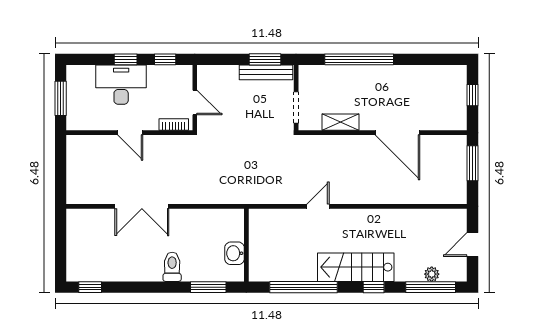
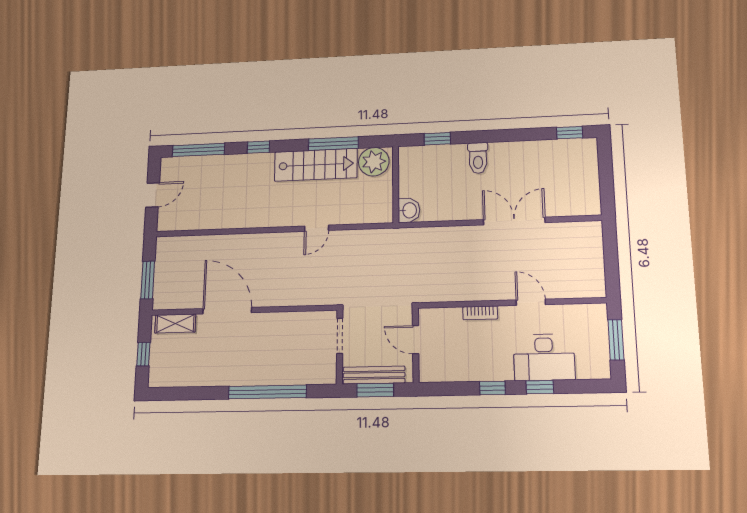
wall: (195, 98) -> (416, 345), moved
door: (195, 102) -> (416, 340), moved
shelving: (340, 122) -> (175, 324), moved
washbasin: (235, 253) -> (409, 210), moved
stairs: (356, 267) -> (316, 165), moved
plant: (432, 274) -> (374, 162), moved, width x1.87, depth x1.87
window: (208, 287) -> (437, 139), width x0.67
window: (304, 287) -> (333, 144), width x0.68

